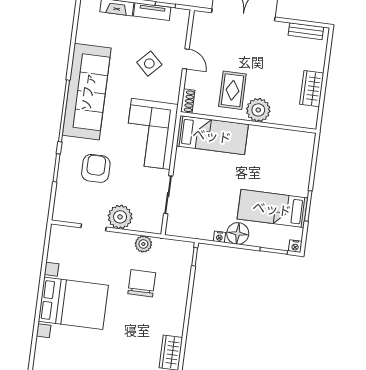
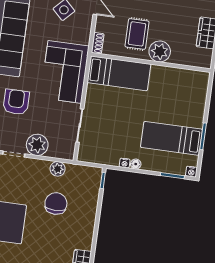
floor lamp: (238, 233) -> (136, 164), width x0.53, depth x0.53

